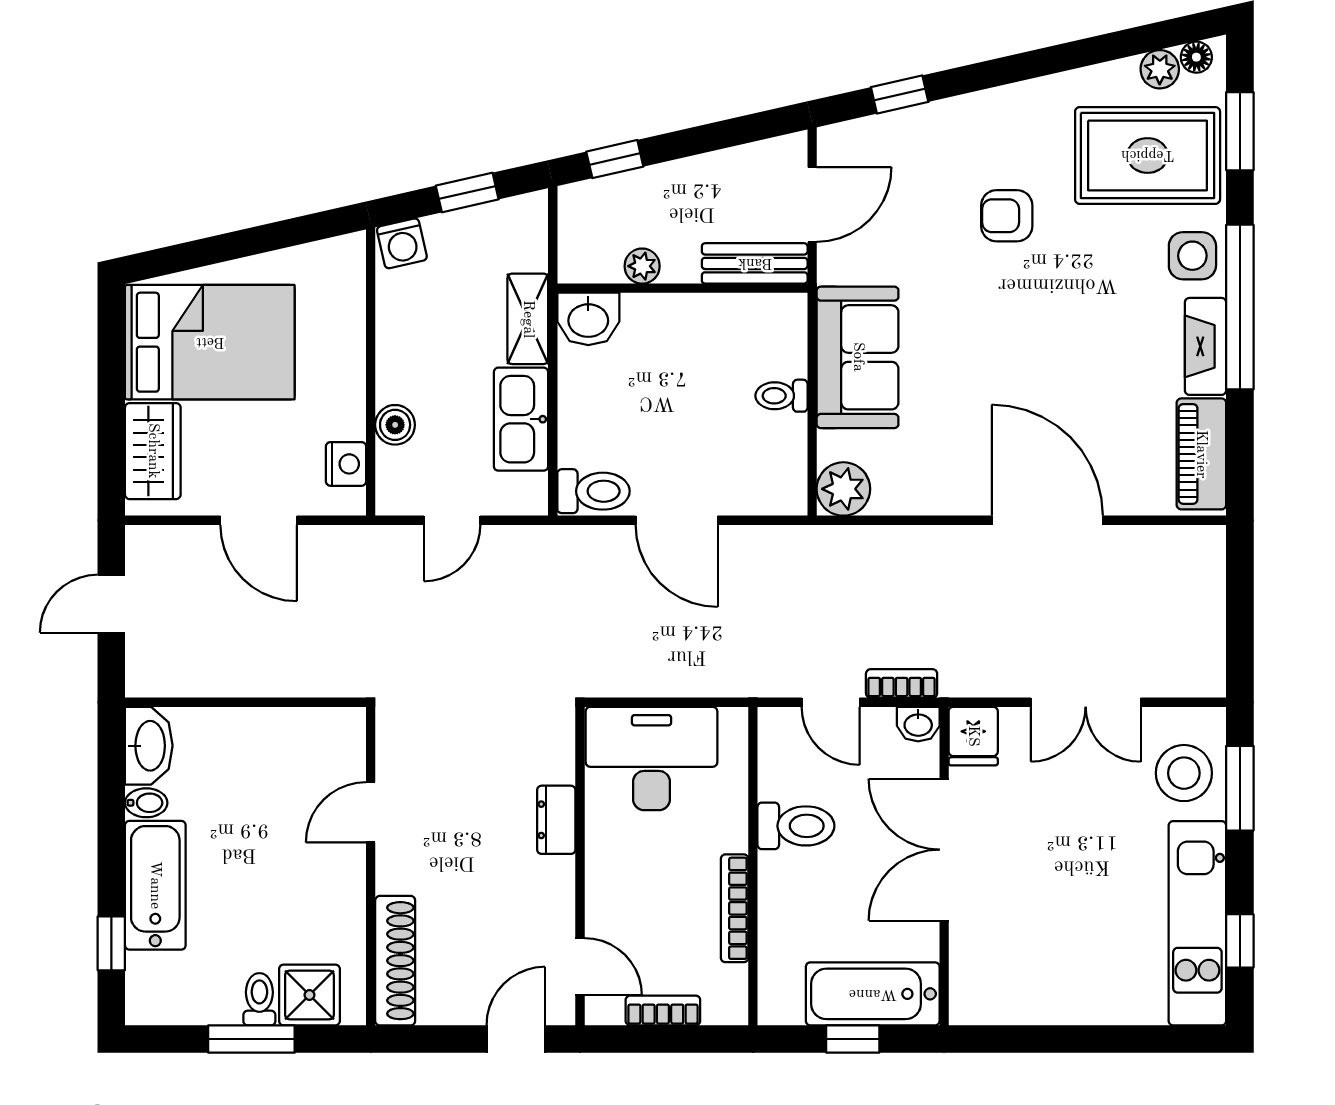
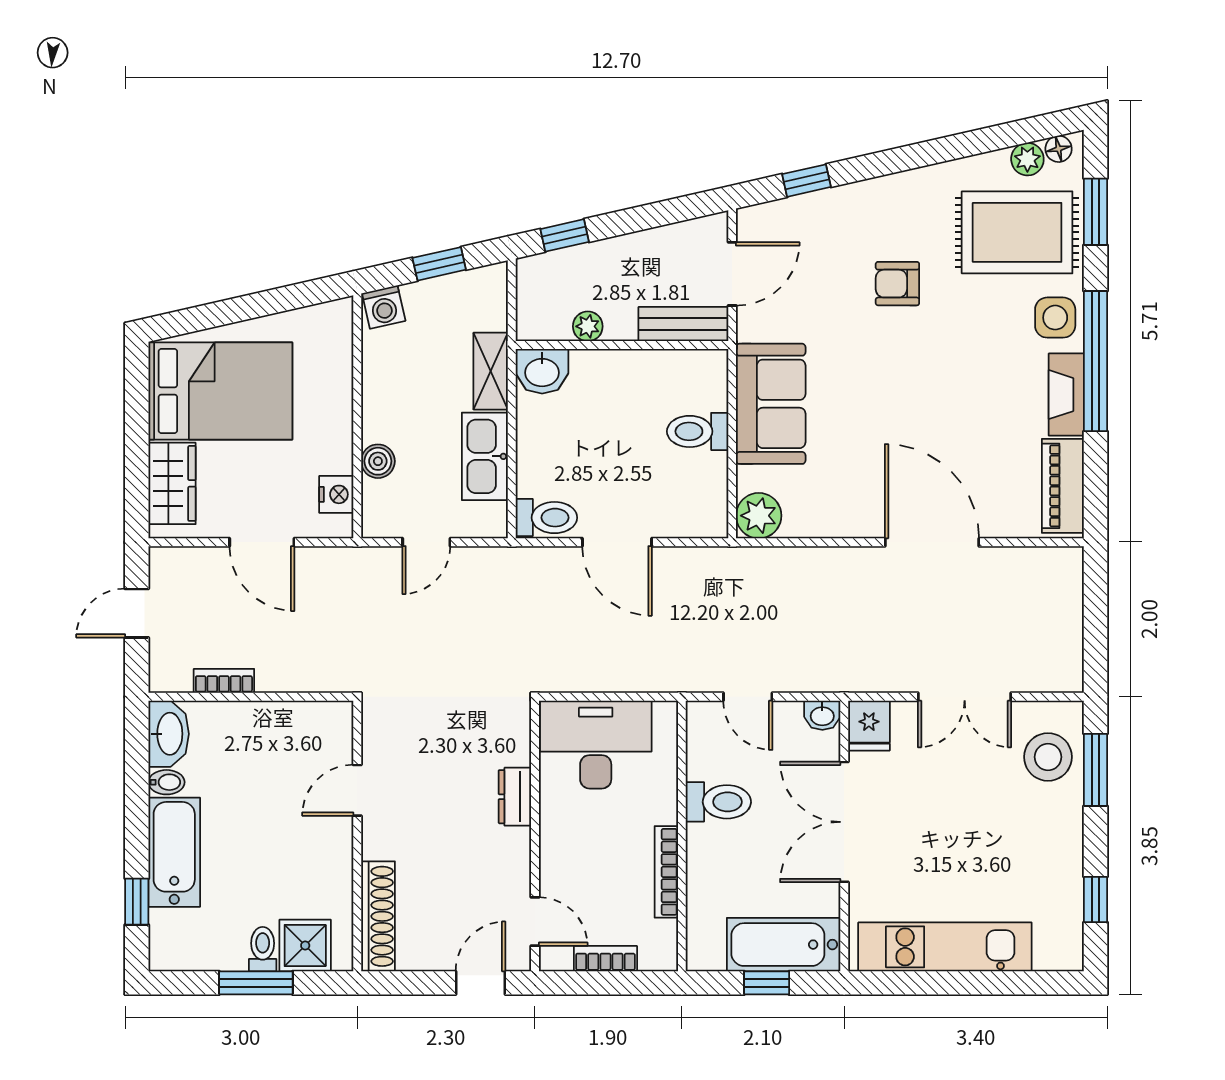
toilet: (781, 396) -> (698, 431), width x1.37, depth x1.39
bookcase: (902, 683) -> (224, 681), moved
kitchen unit: (1197, 923) -> (945, 947), moved, turned 90

